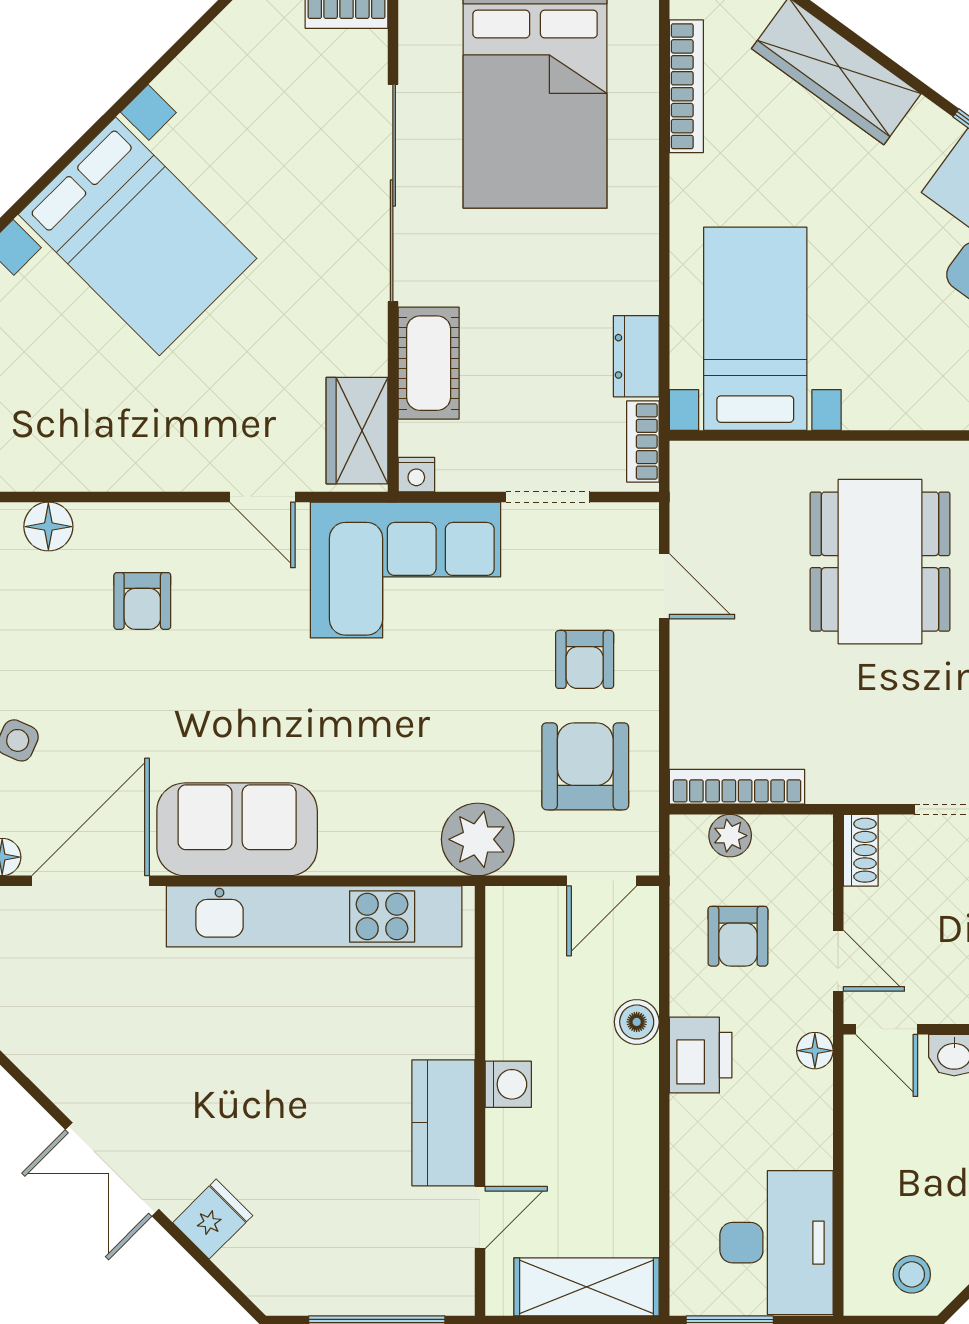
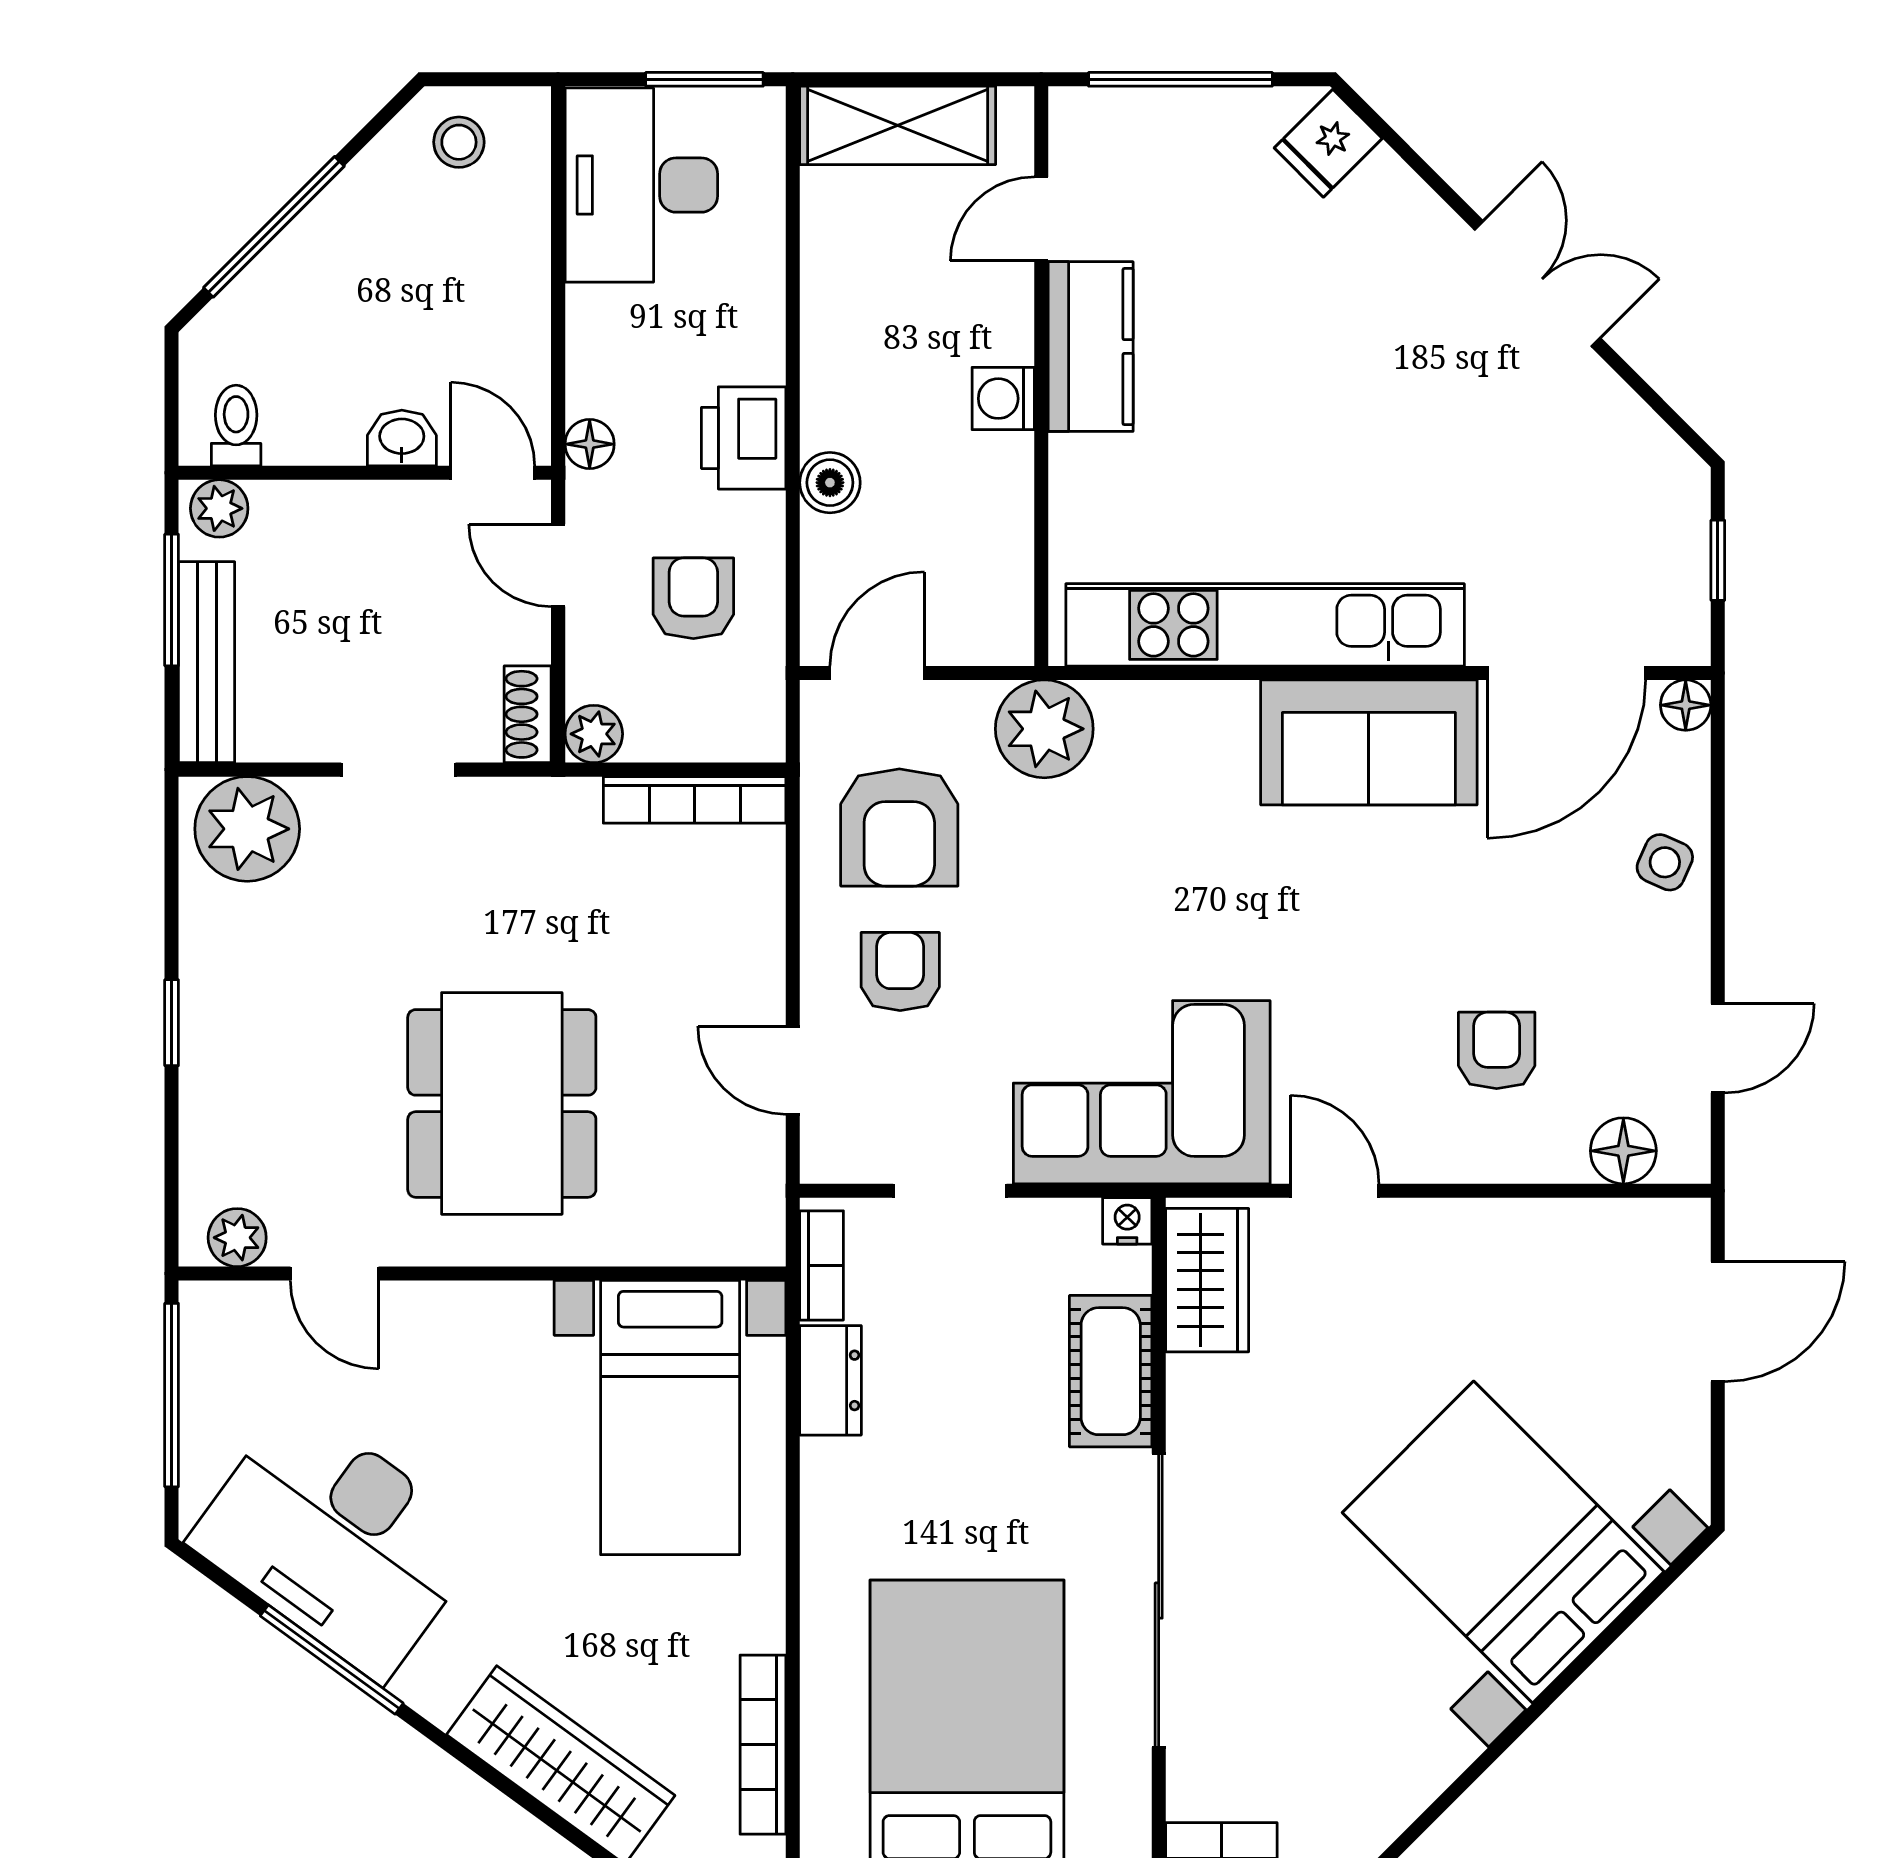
plant: (730, 836) -> (594, 734), moved
fridge: (213, 1219) -> (1328, 143), moved

